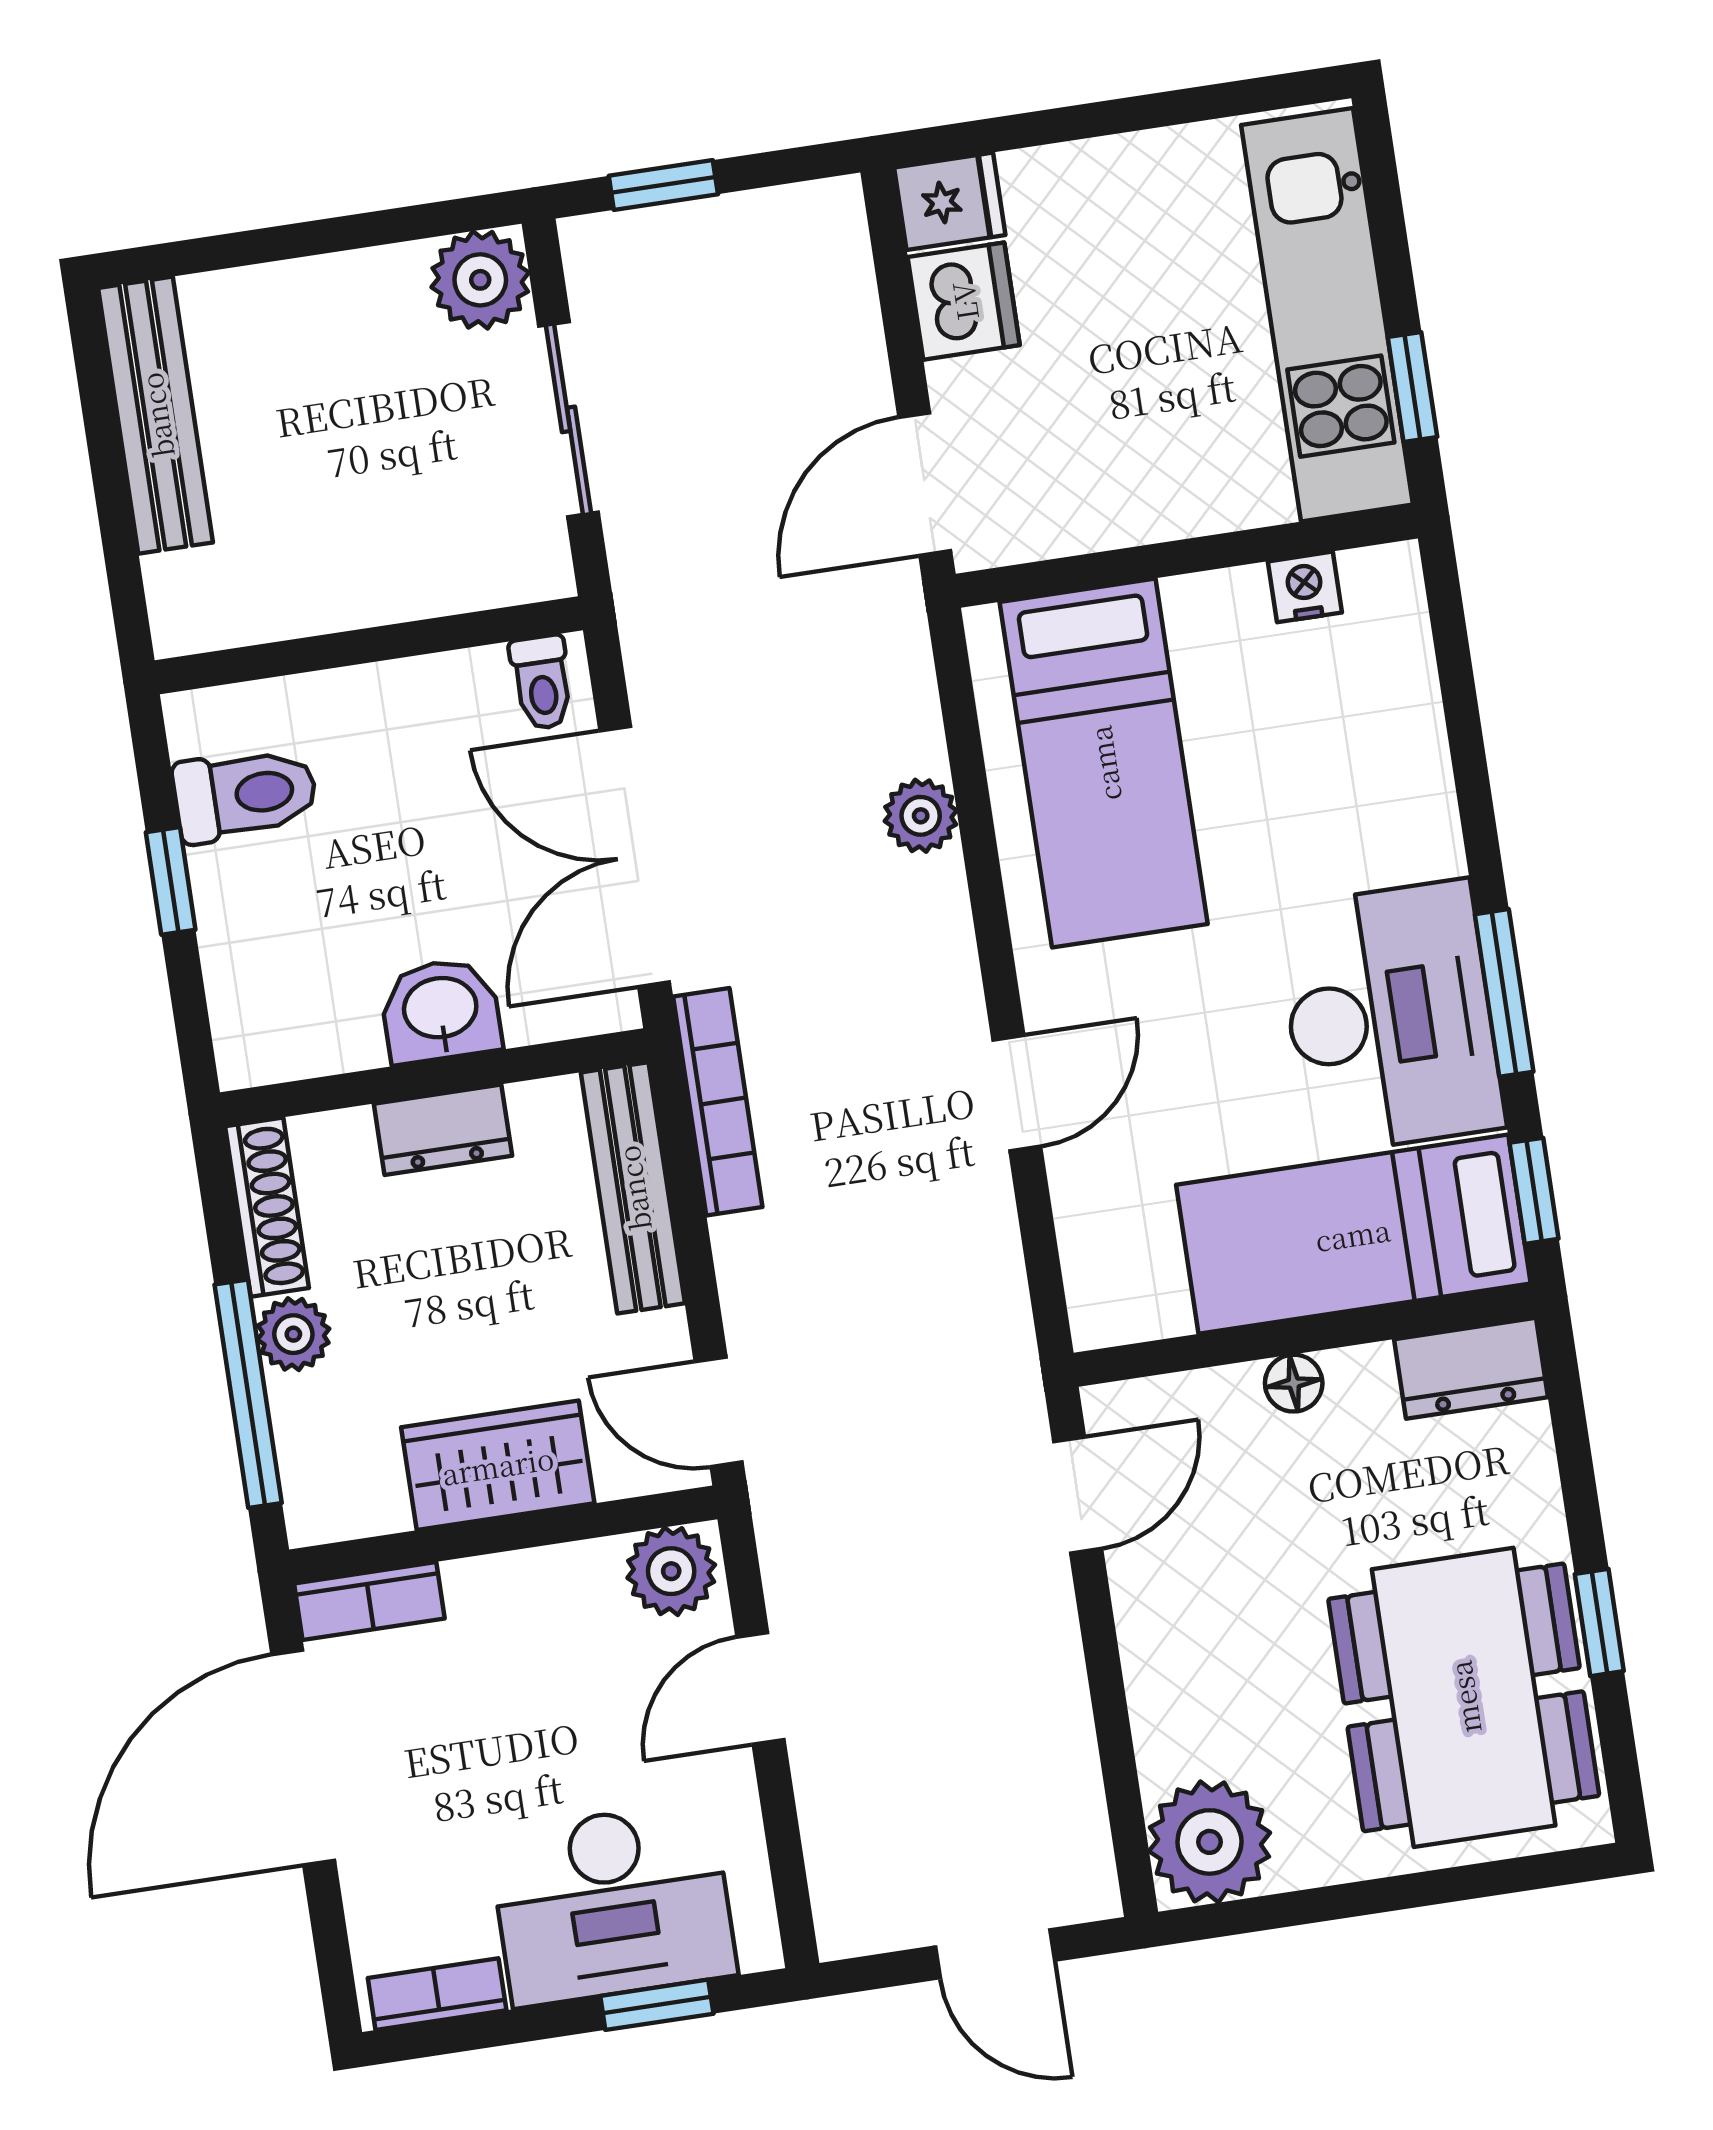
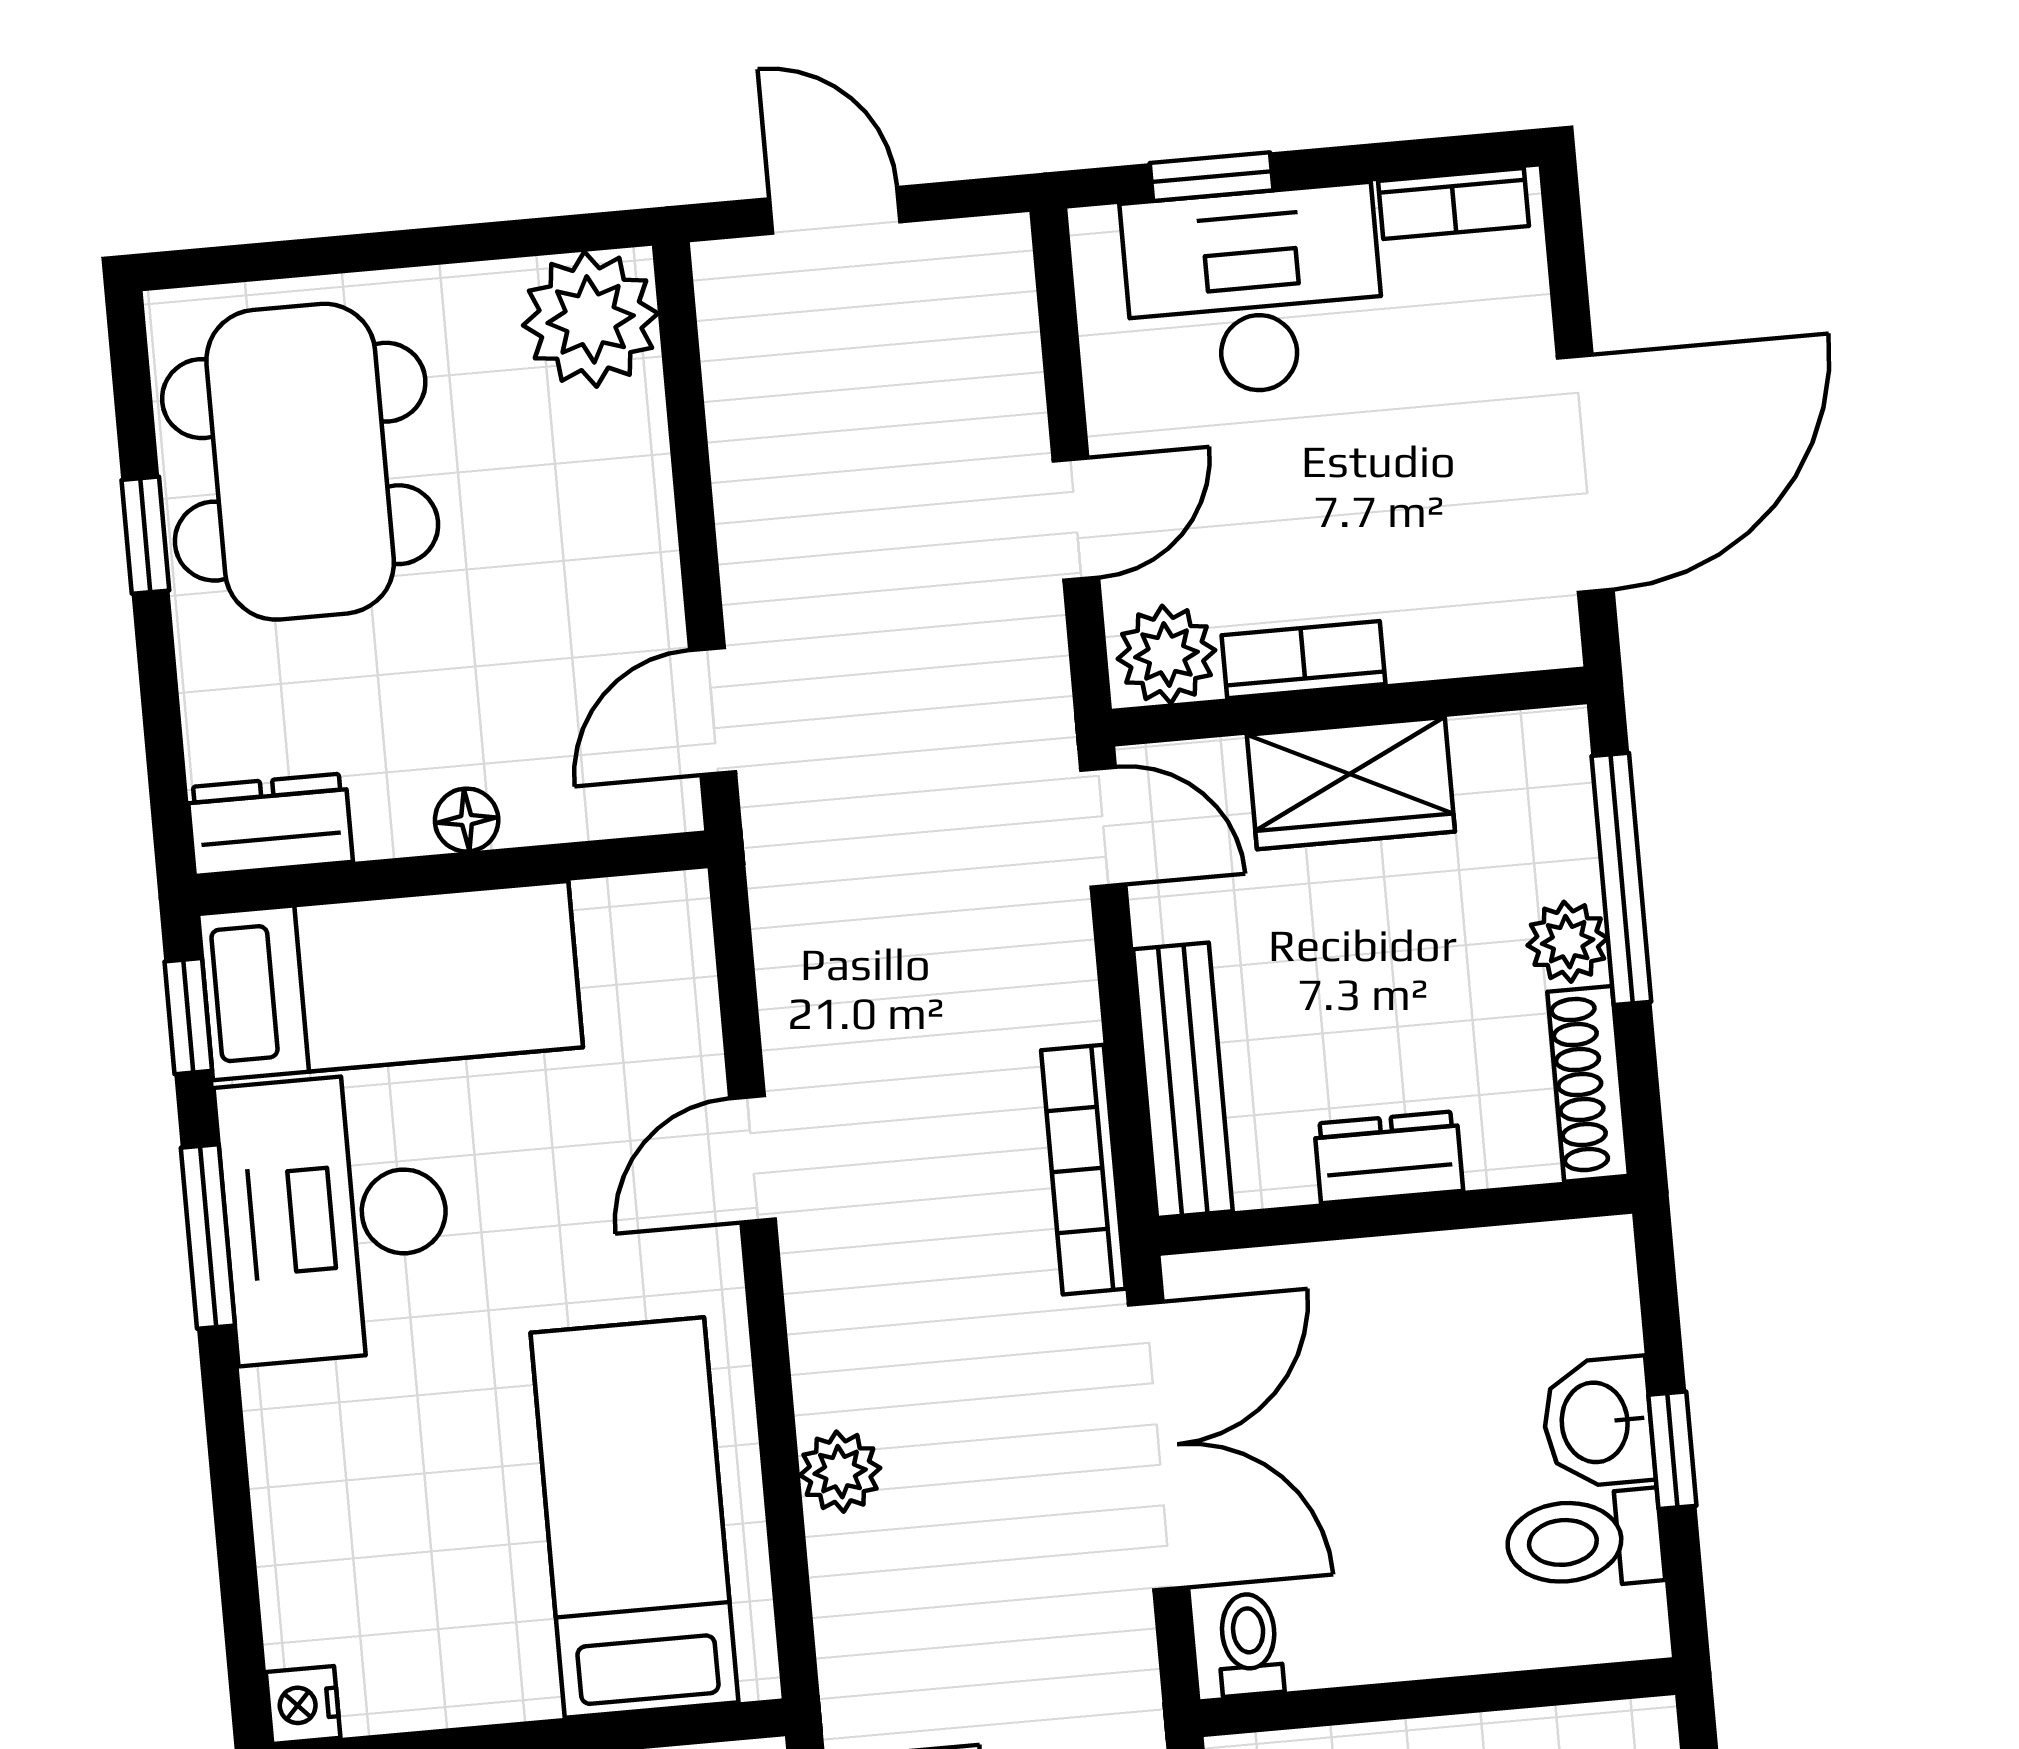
nightstand: (1305, 587) -> (303, 1705), moved, turned 90
washbasin: (441, 1010) -> (1598, 1422), moved, turned 90
bookcase: (369, 1601) -> (1303, 660), moved

